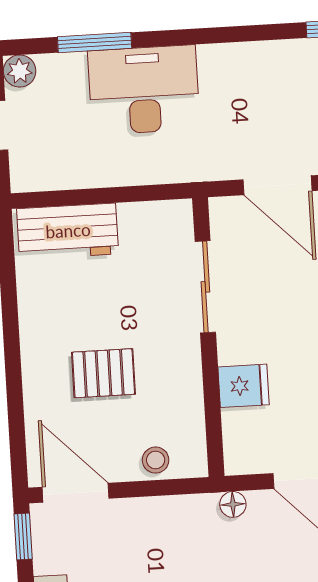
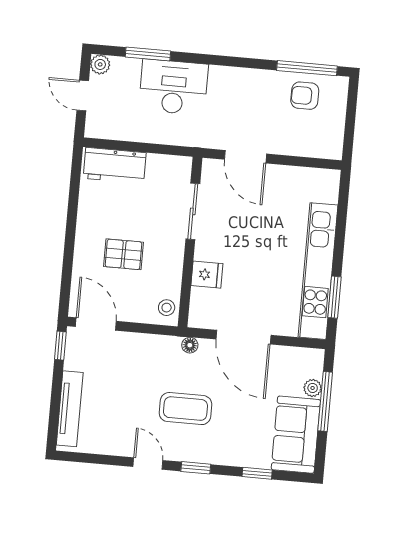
stool: (156, 460) -> (167, 308), moved

